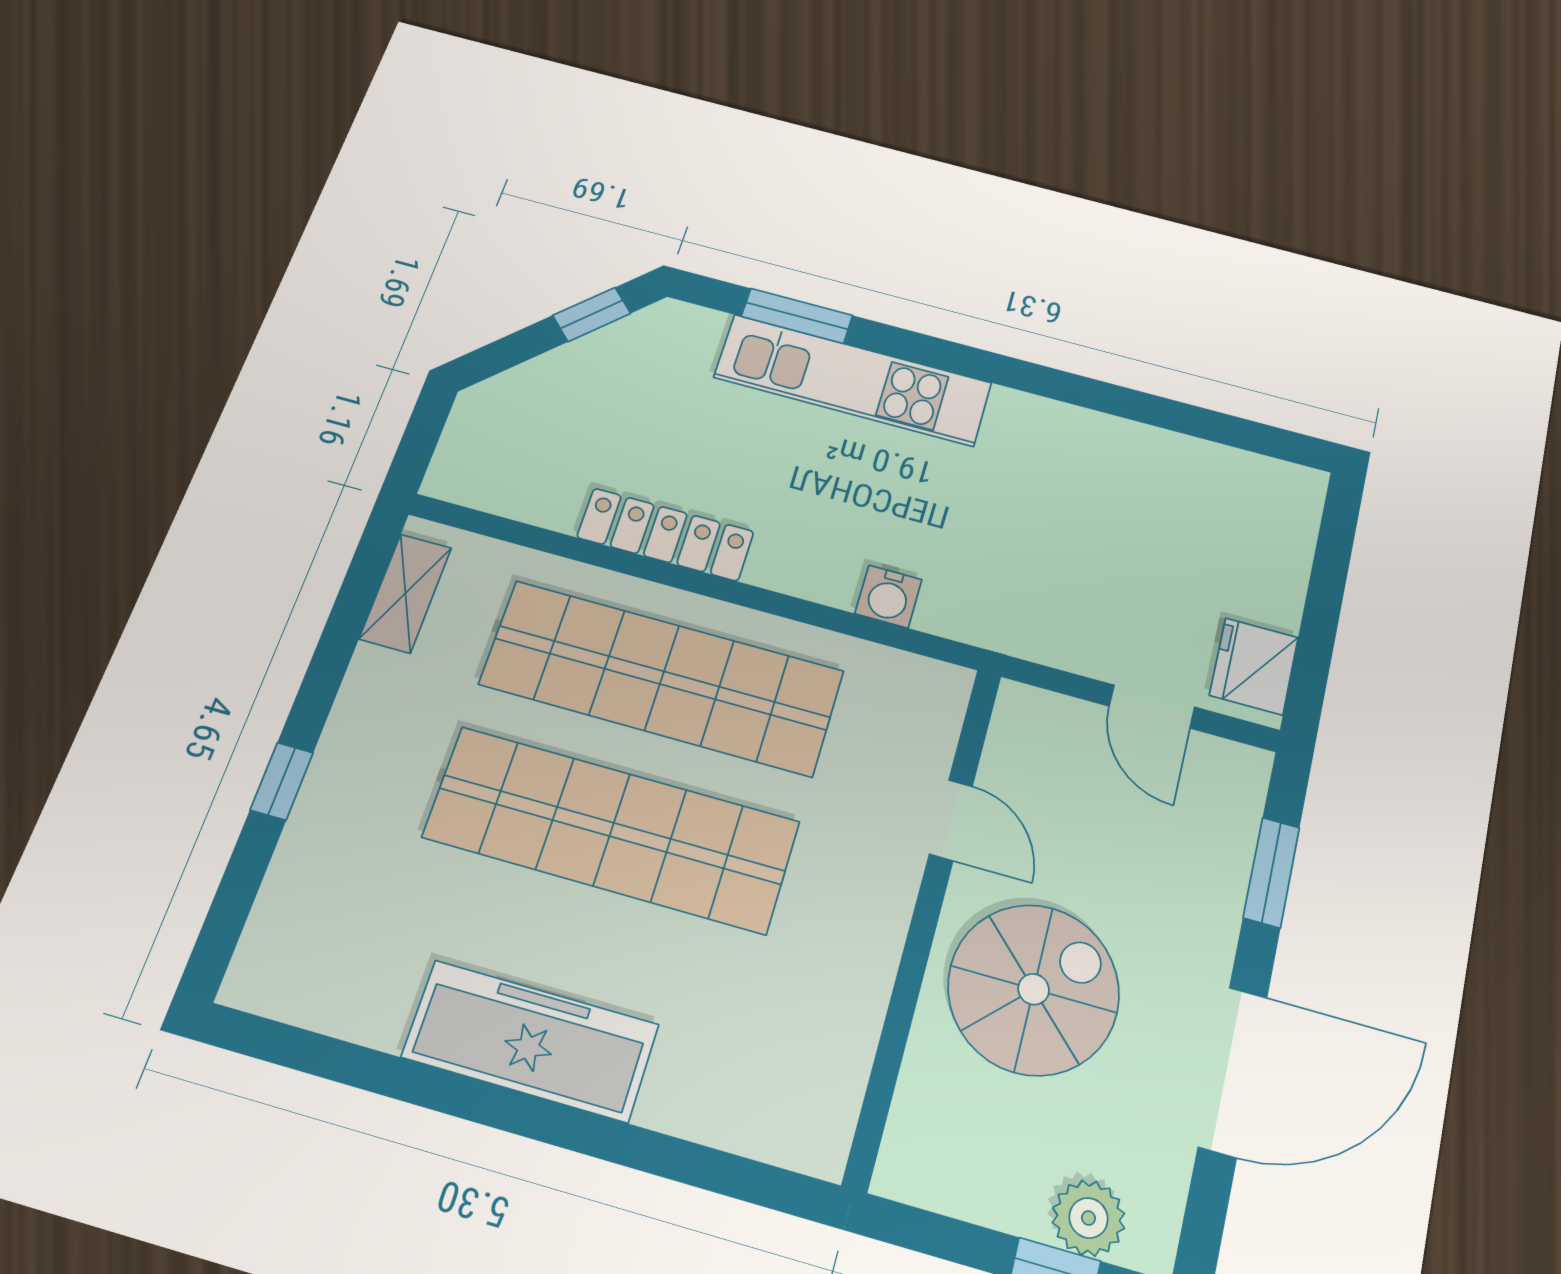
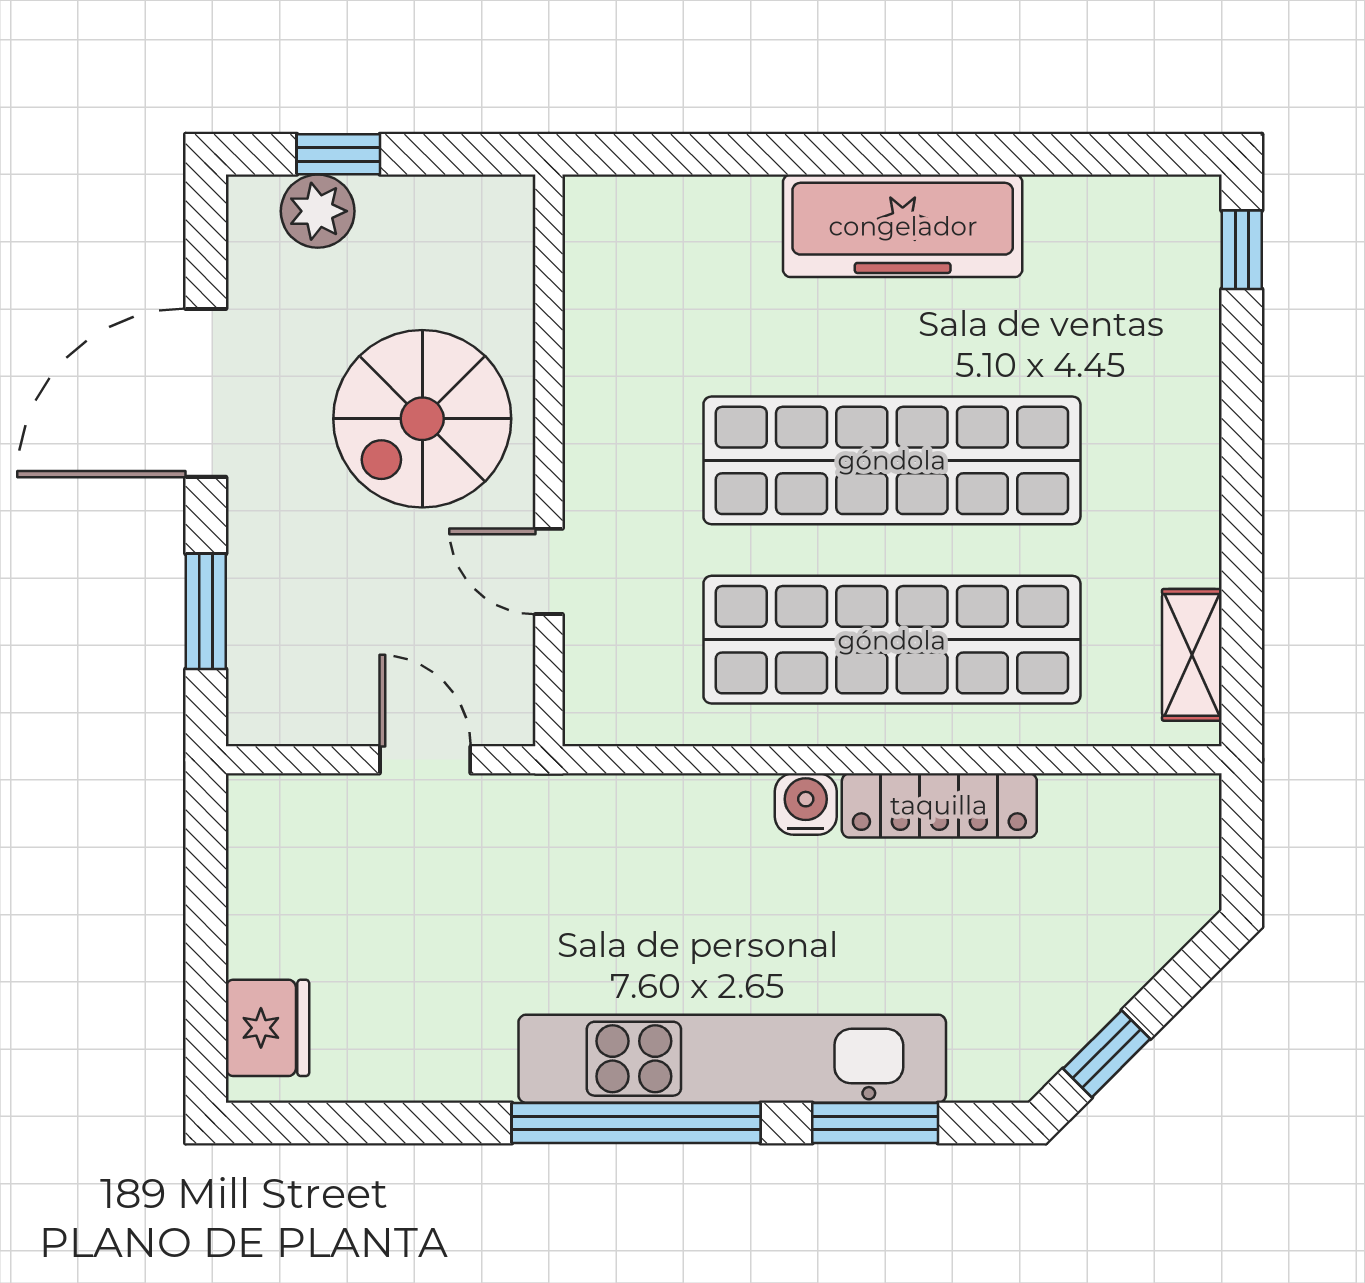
window: (992, 368) -> (636, 1123), added
kitchen unit: (853, 380) -> (732, 1059), width x1.36
water cooler: (888, 597) -> (806, 804), moved
fridge: (1254, 666) -> (267, 1028), moved
door: (1152, 707) -> (425, 760), moved
window: (282, 781) -> (1242, 250), moved

